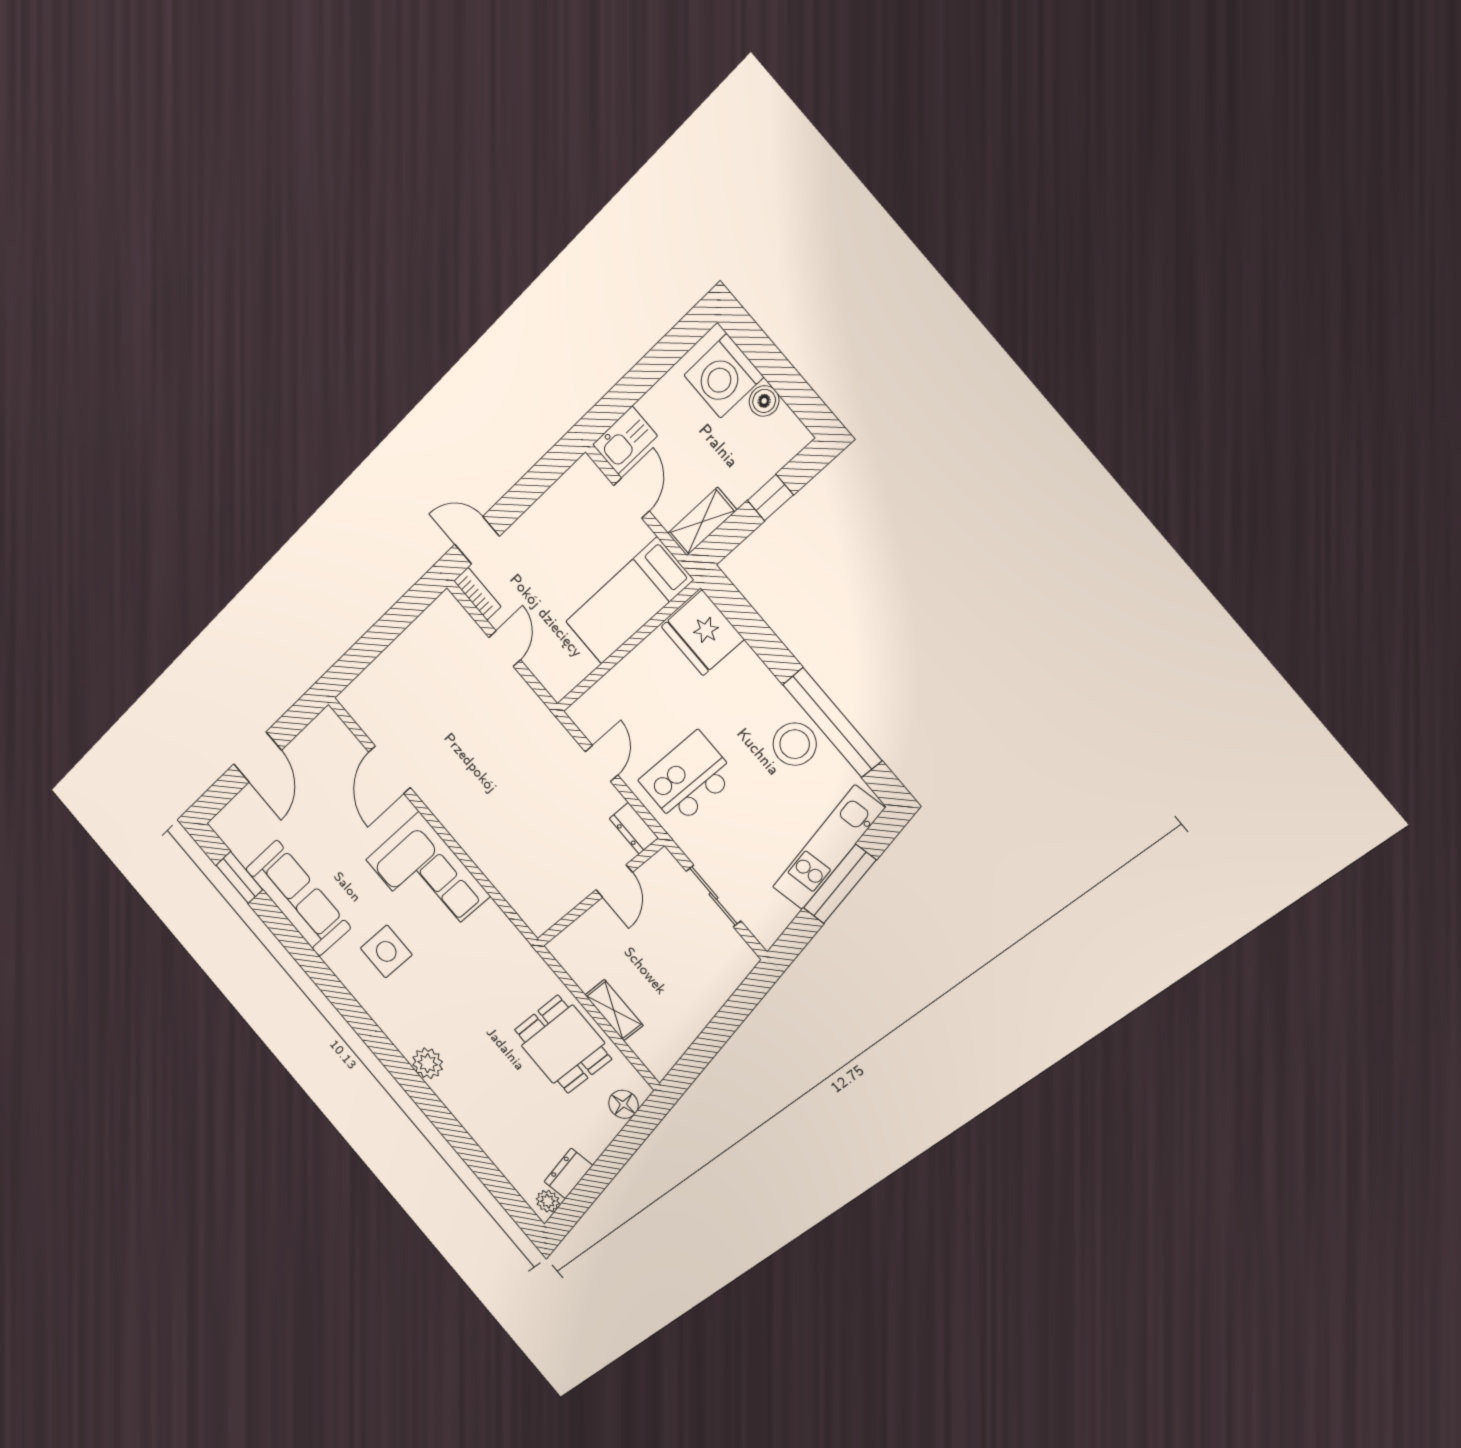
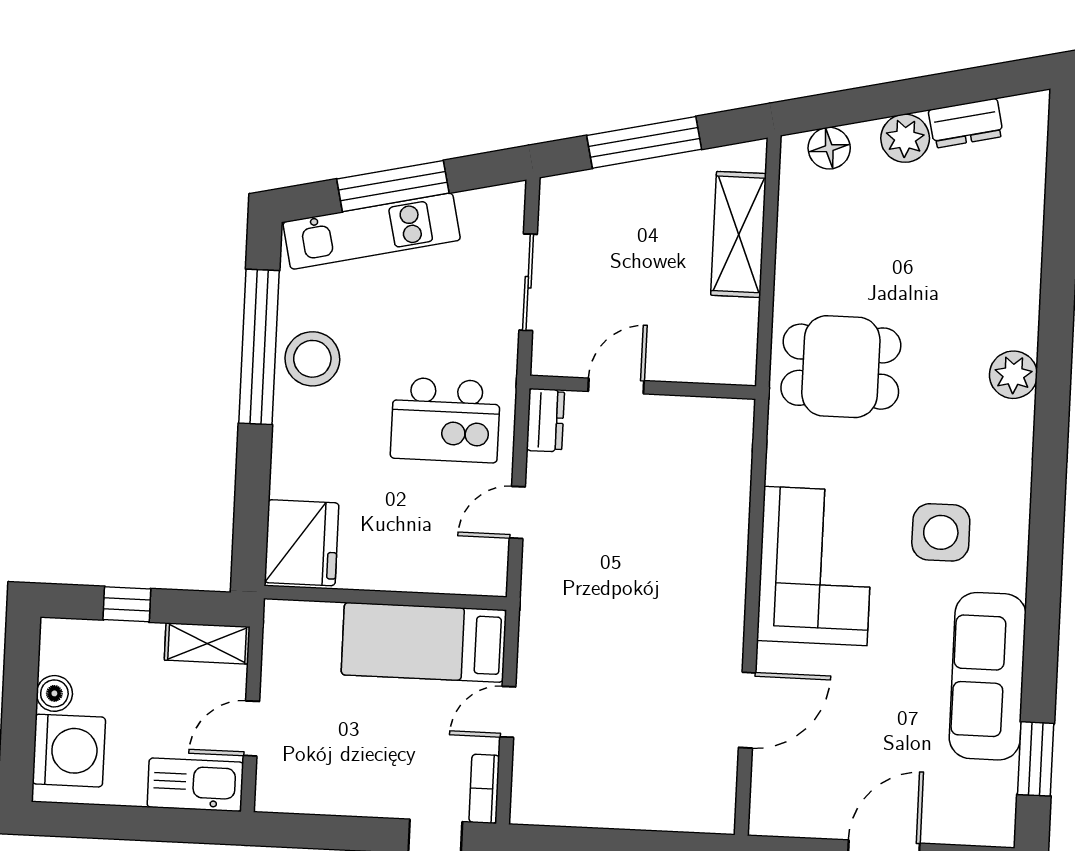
kitchen sink: (625, 440) -> (195, 785), width x1.38
bed: (629, 601) -> (424, 642), moved, turned 180
shelving: (614, 1010) -> (739, 234), width x1.50, depth x1.33
window: (722, 1027) -> (644, 142), added
dining table: (563, 1044) -> (841, 367), moved, turned 90
plant: (548, 1201) -> (905, 138), moved, width x1.38, depth x1.38

